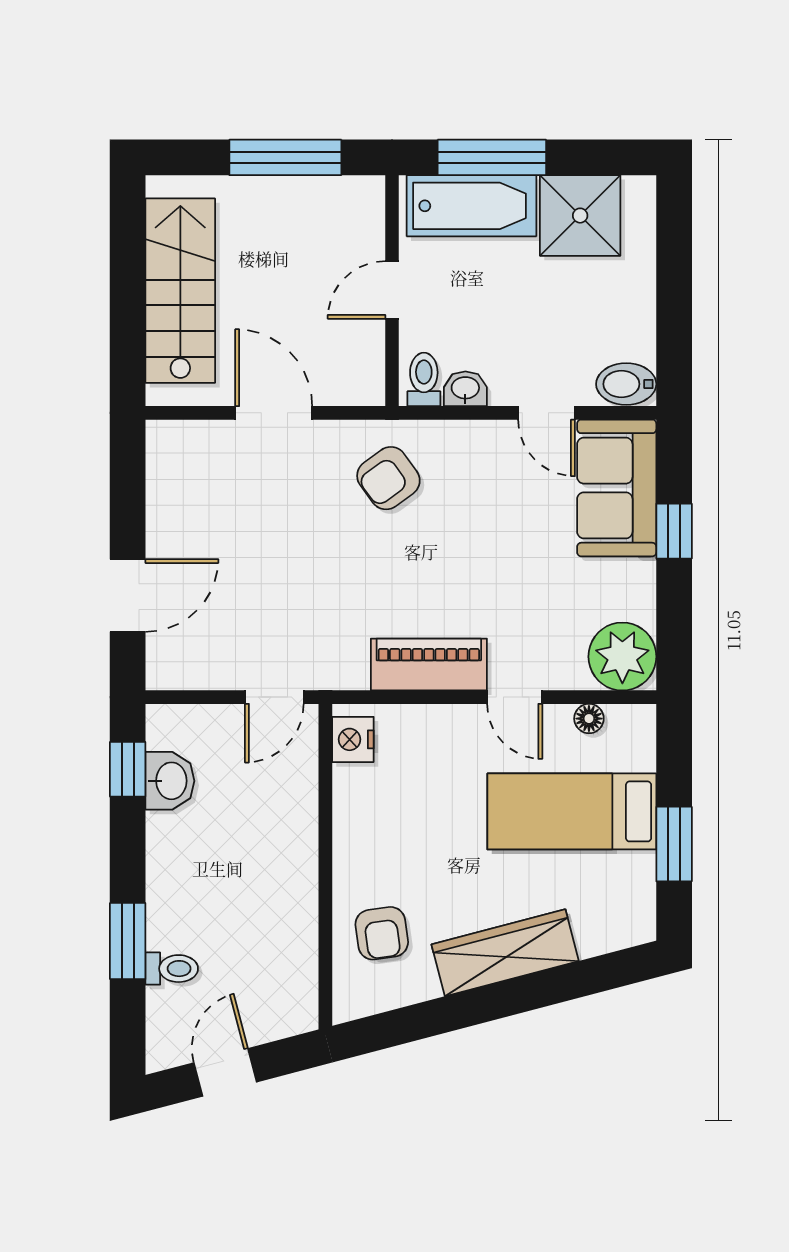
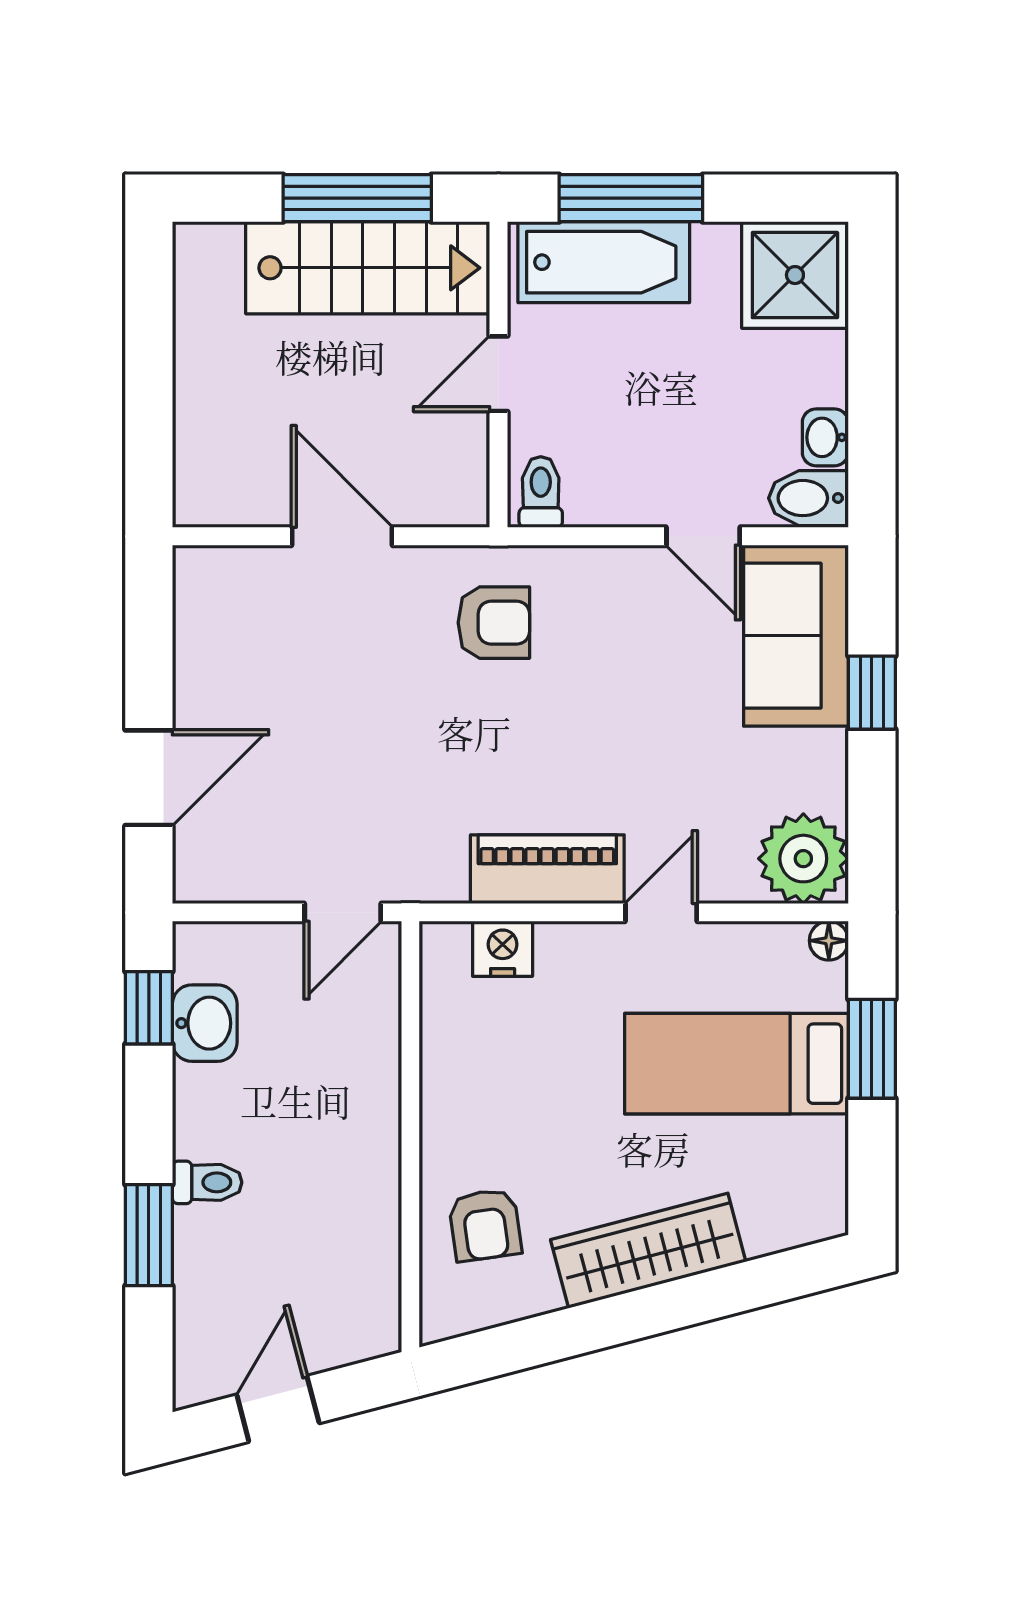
shower: (580, 216) -> (795, 275), moved
stairs: (180, 291) -> (368, 268), moved, turned 90
washbasin: (465, 389) -> (825, 437), moved, turned -90
armchair: (388, 478) -> (494, 623), turned -144
door: (515, 697) -> (661, 912), swing flipped
floor lamp: (589, 719) -> (829, 941), moved
nightstand: (353, 739) -> (503, 949), moved, turned 90
window: (674, 844) -> (872, 1049), moved
toilet: (172, 969) -> (207, 1182), moved

